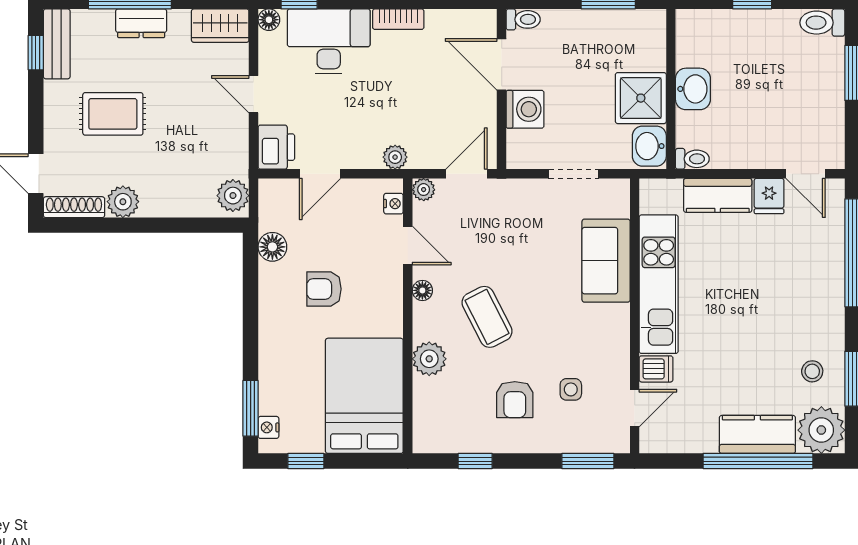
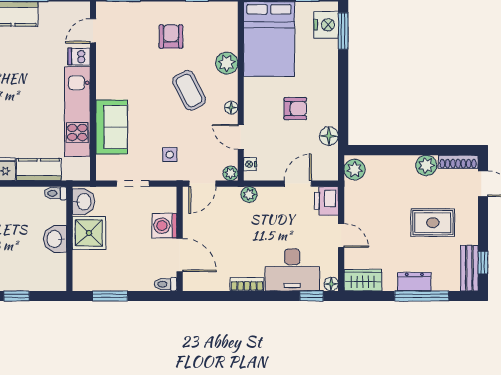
side table: (571, 389) -> (170, 155), moved
nightstand: (268, 427) -> (326, 25), width x1.89, depth x1.79

